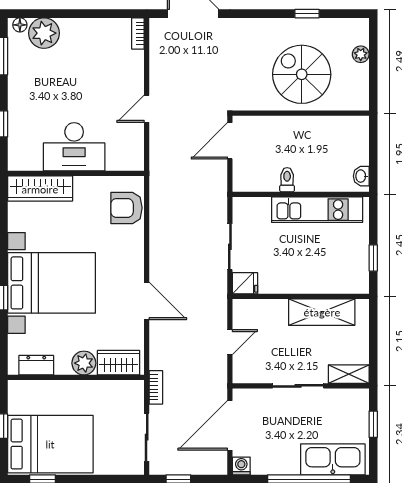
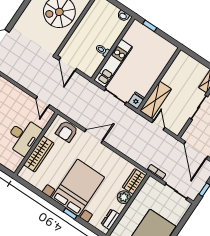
door: (147, 109) -> (43, 102), moved
wardrobe: (40, 189) -> (39, 154), moved
kitchen unit: (317, 210) -> (113, 63), moved
window: (373, 258) -> (150, 26), moved
door: (147, 301) -> (94, 136), moved
shelving: (322, 312) -> (156, 100), moved

